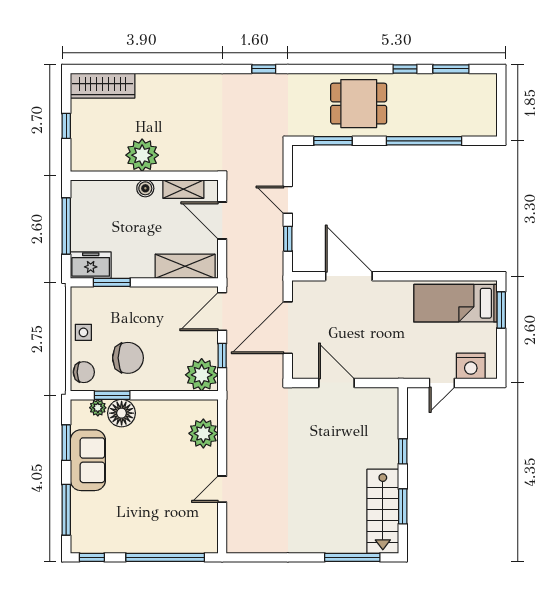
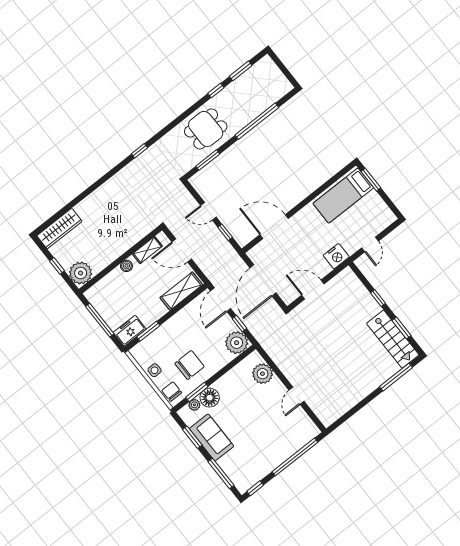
plant: (142, 155) -> (81, 273), moved
nightstand: (471, 366) -> (336, 256), moved
chair: (84, 372) -> (172, 392), turned -90

